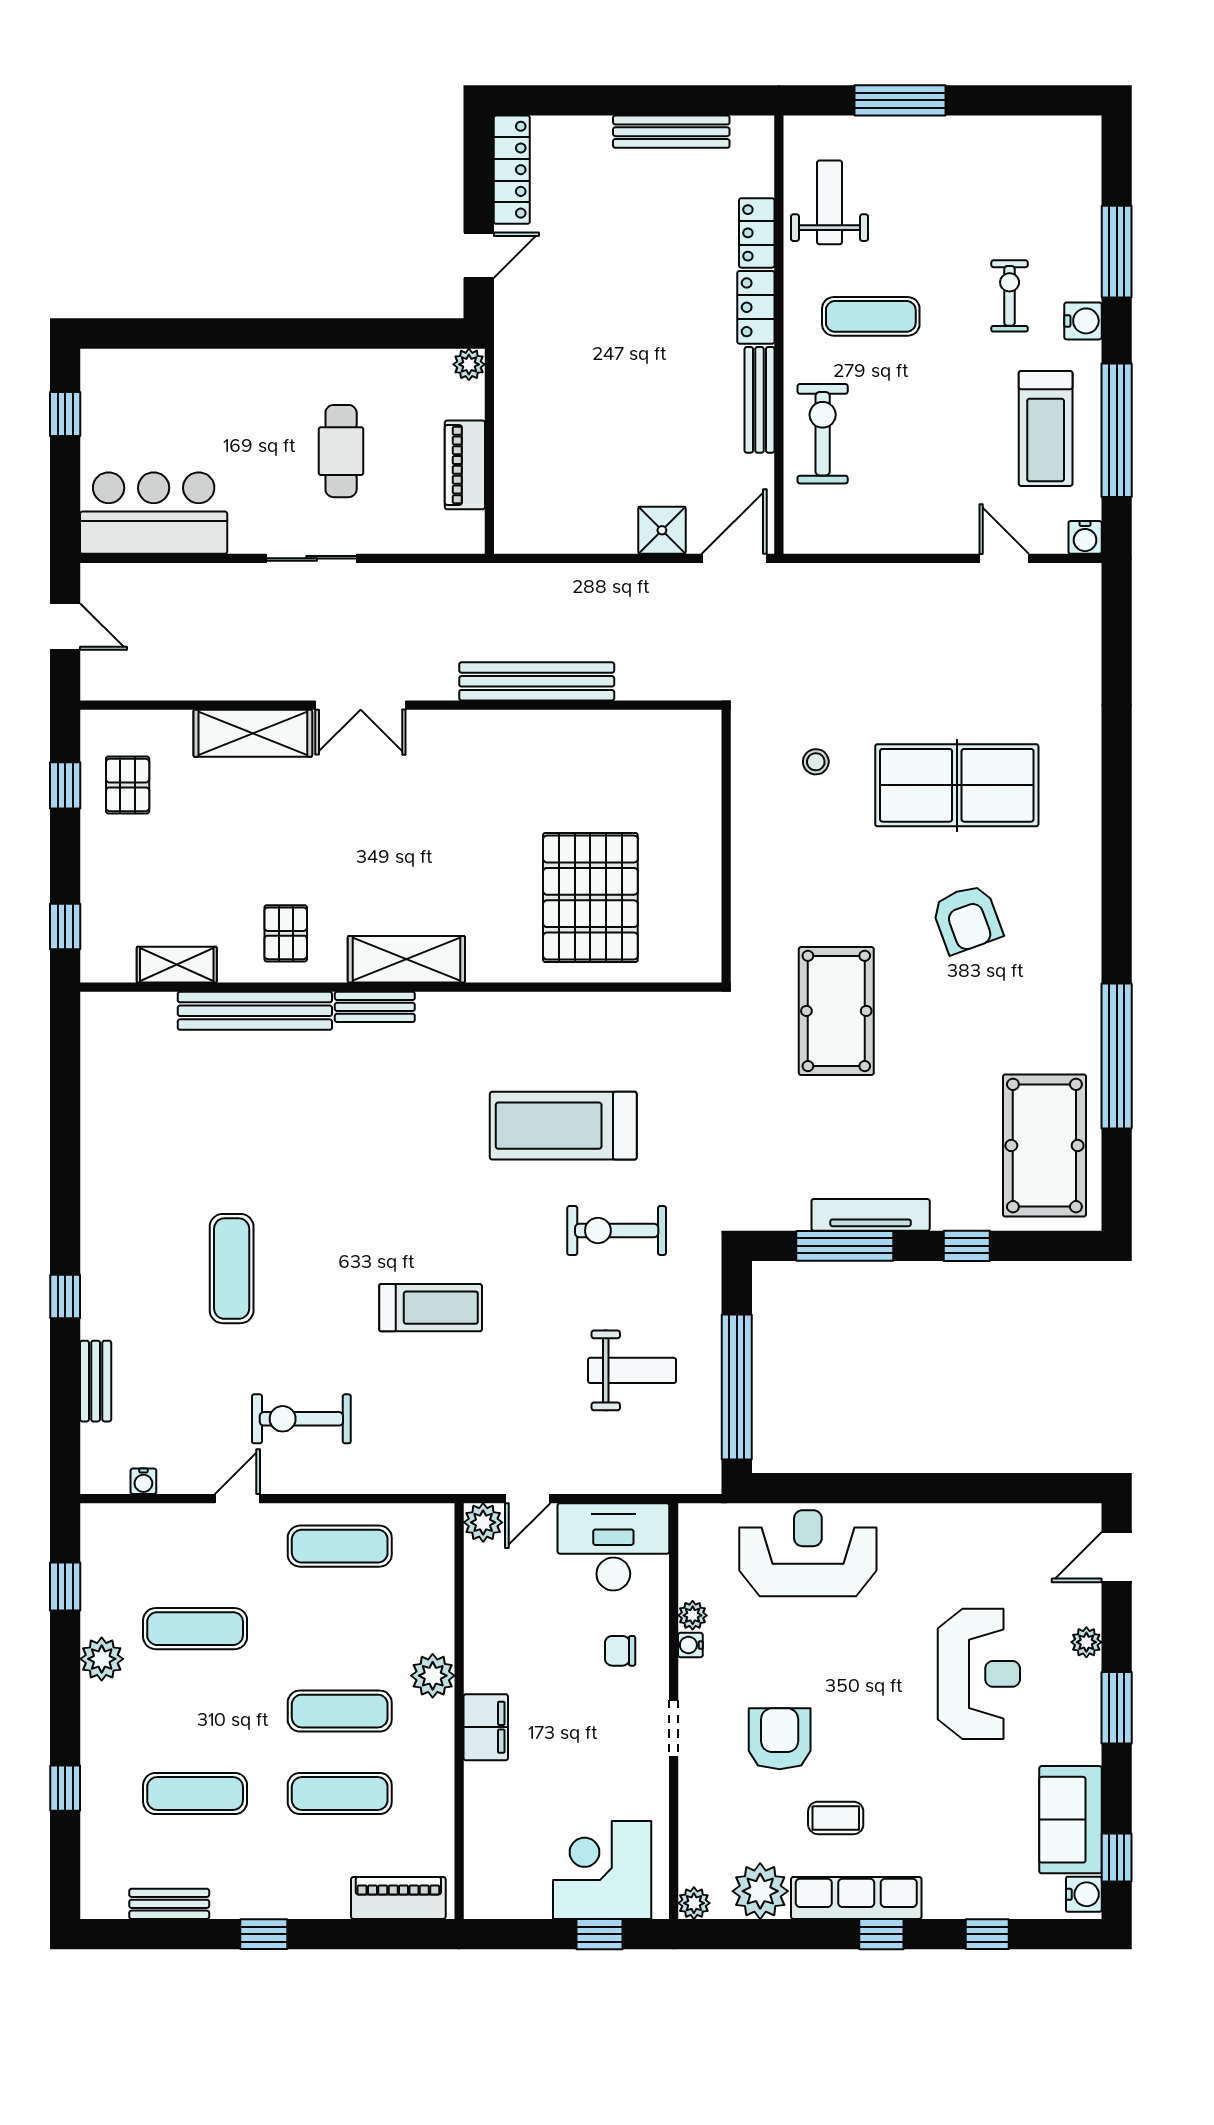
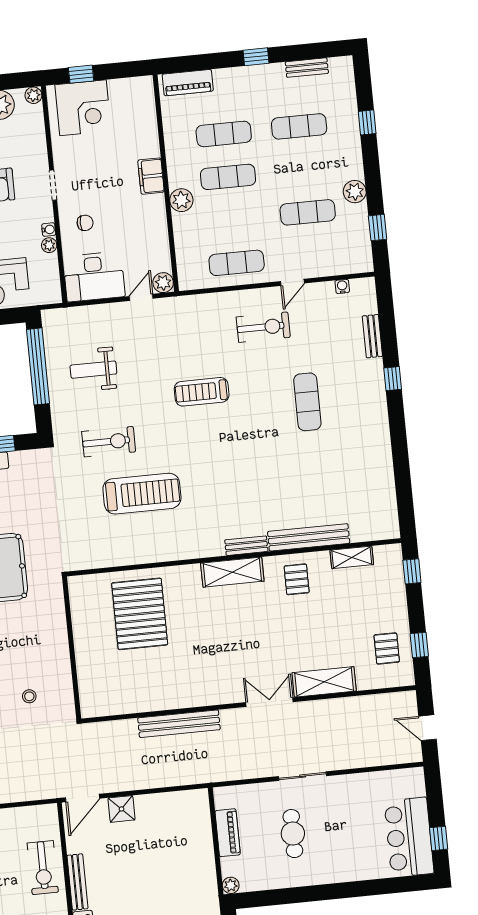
bar counter: (154, 513) -> (409, 837), moved, turned 90

